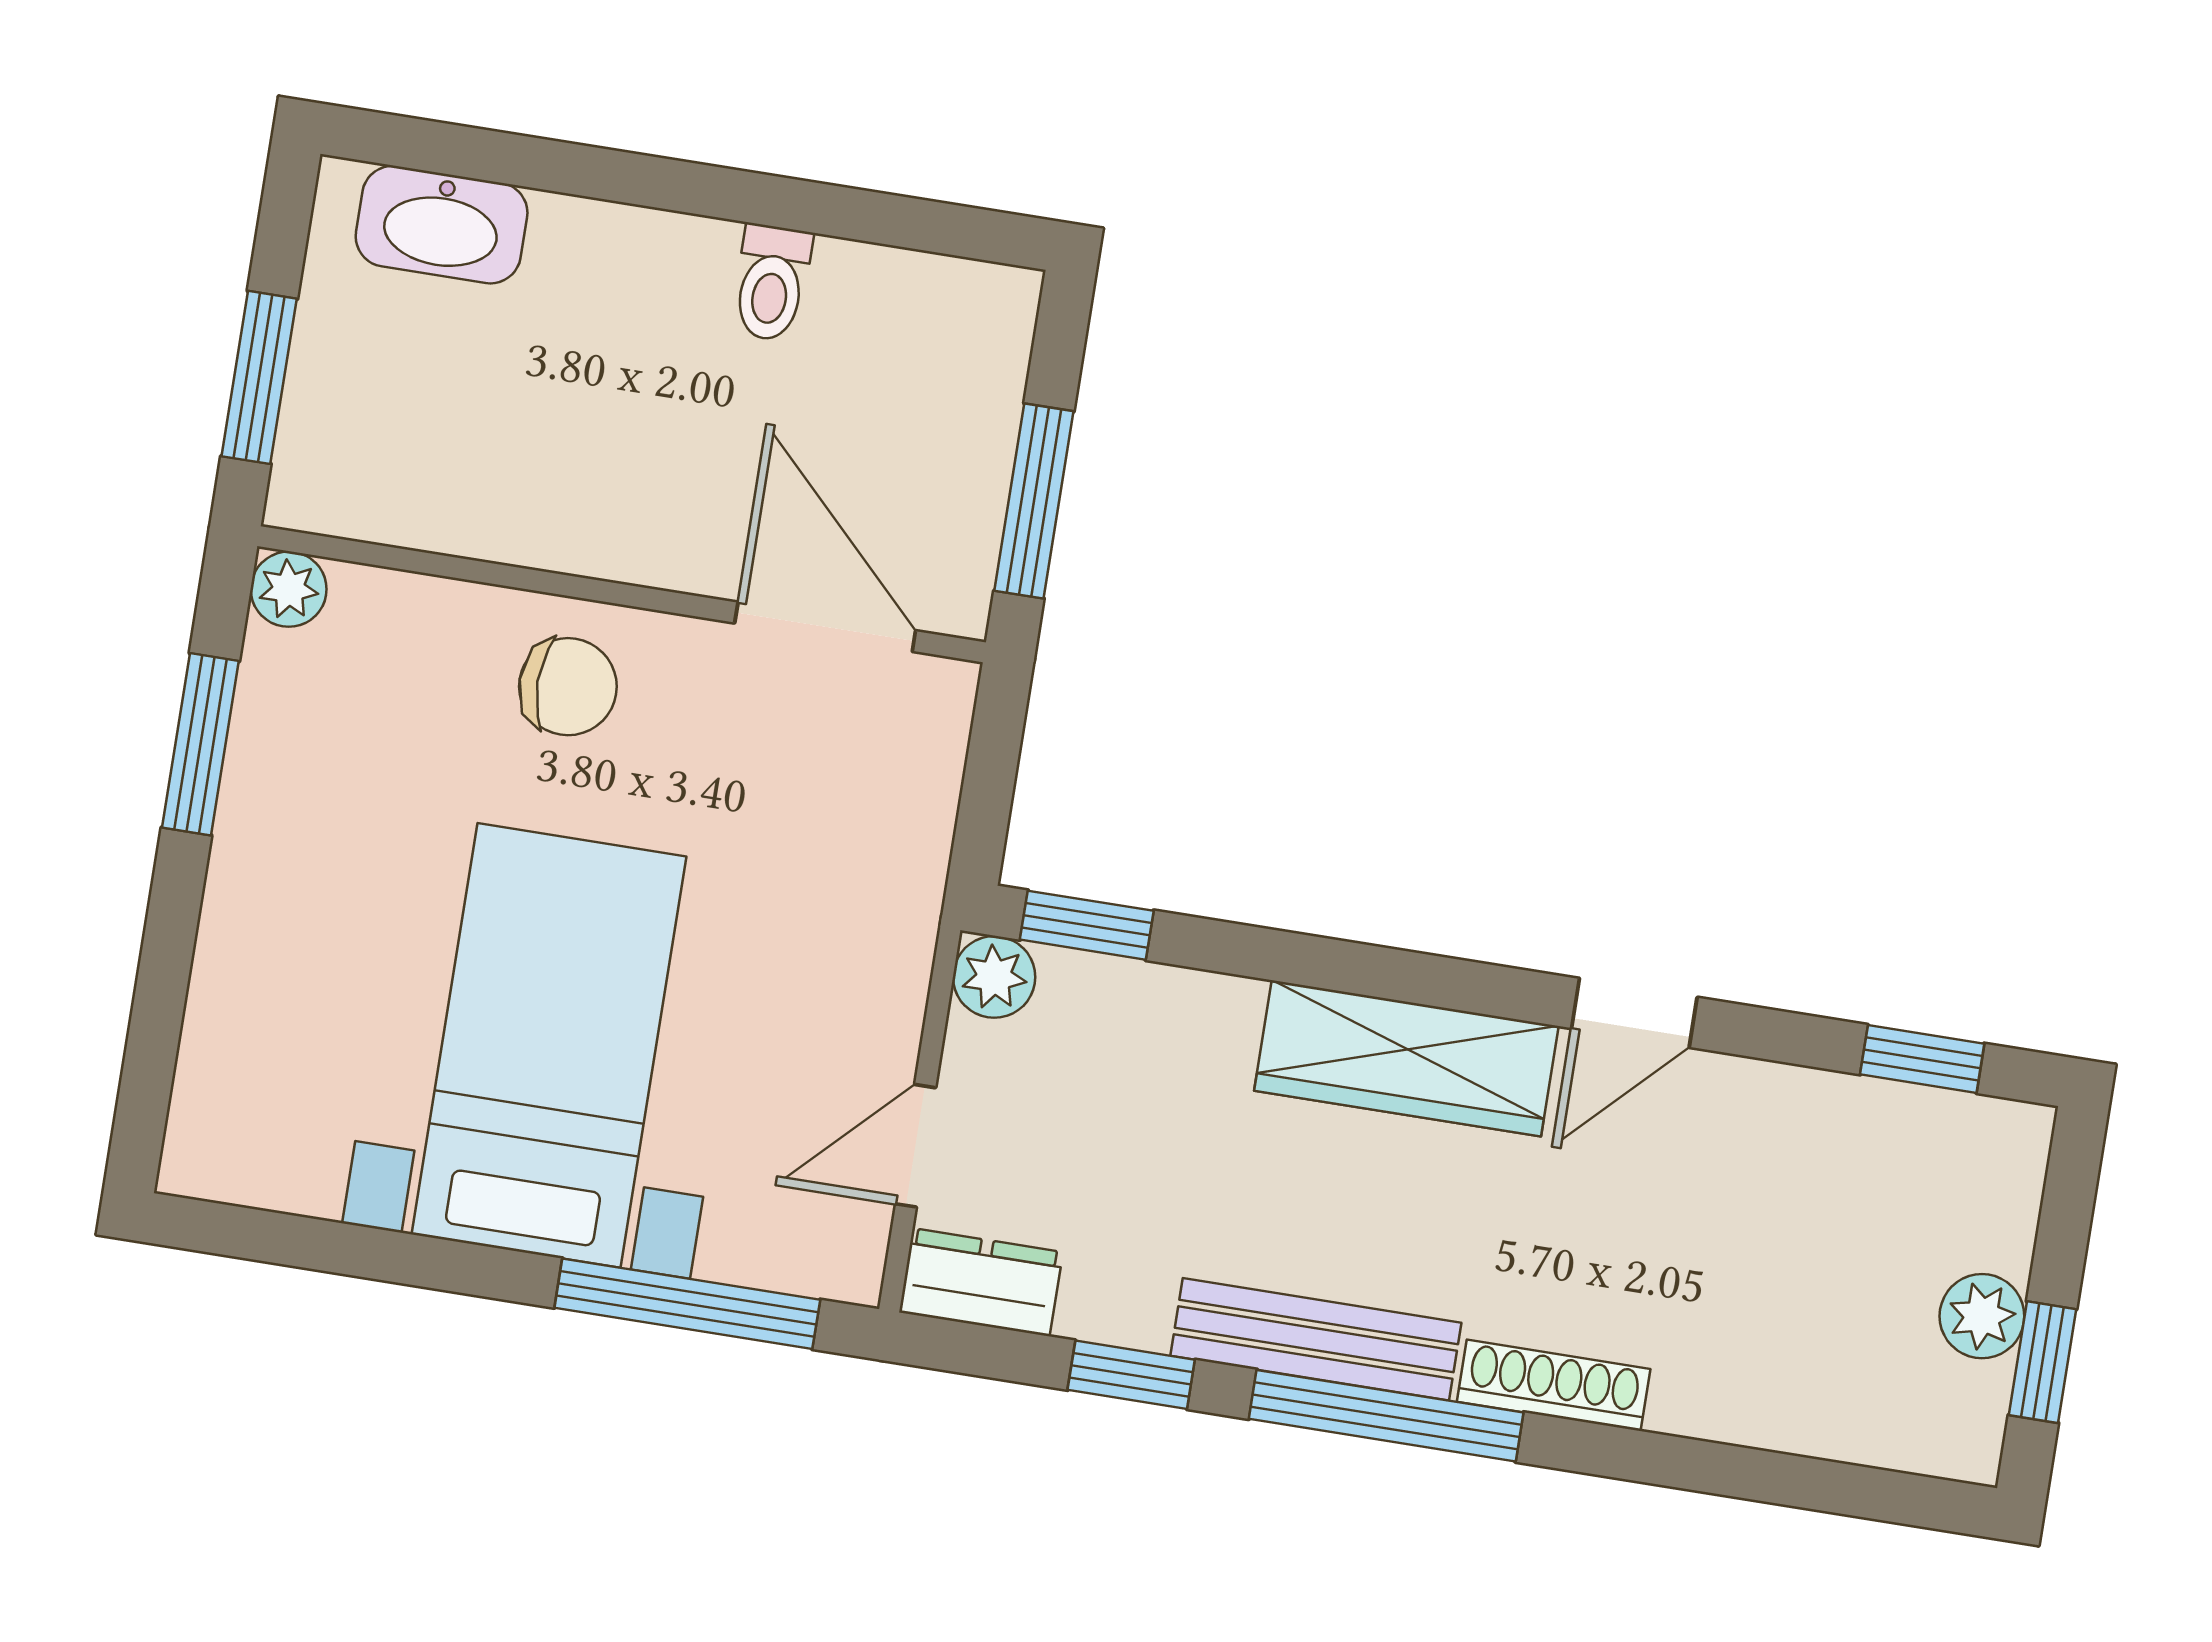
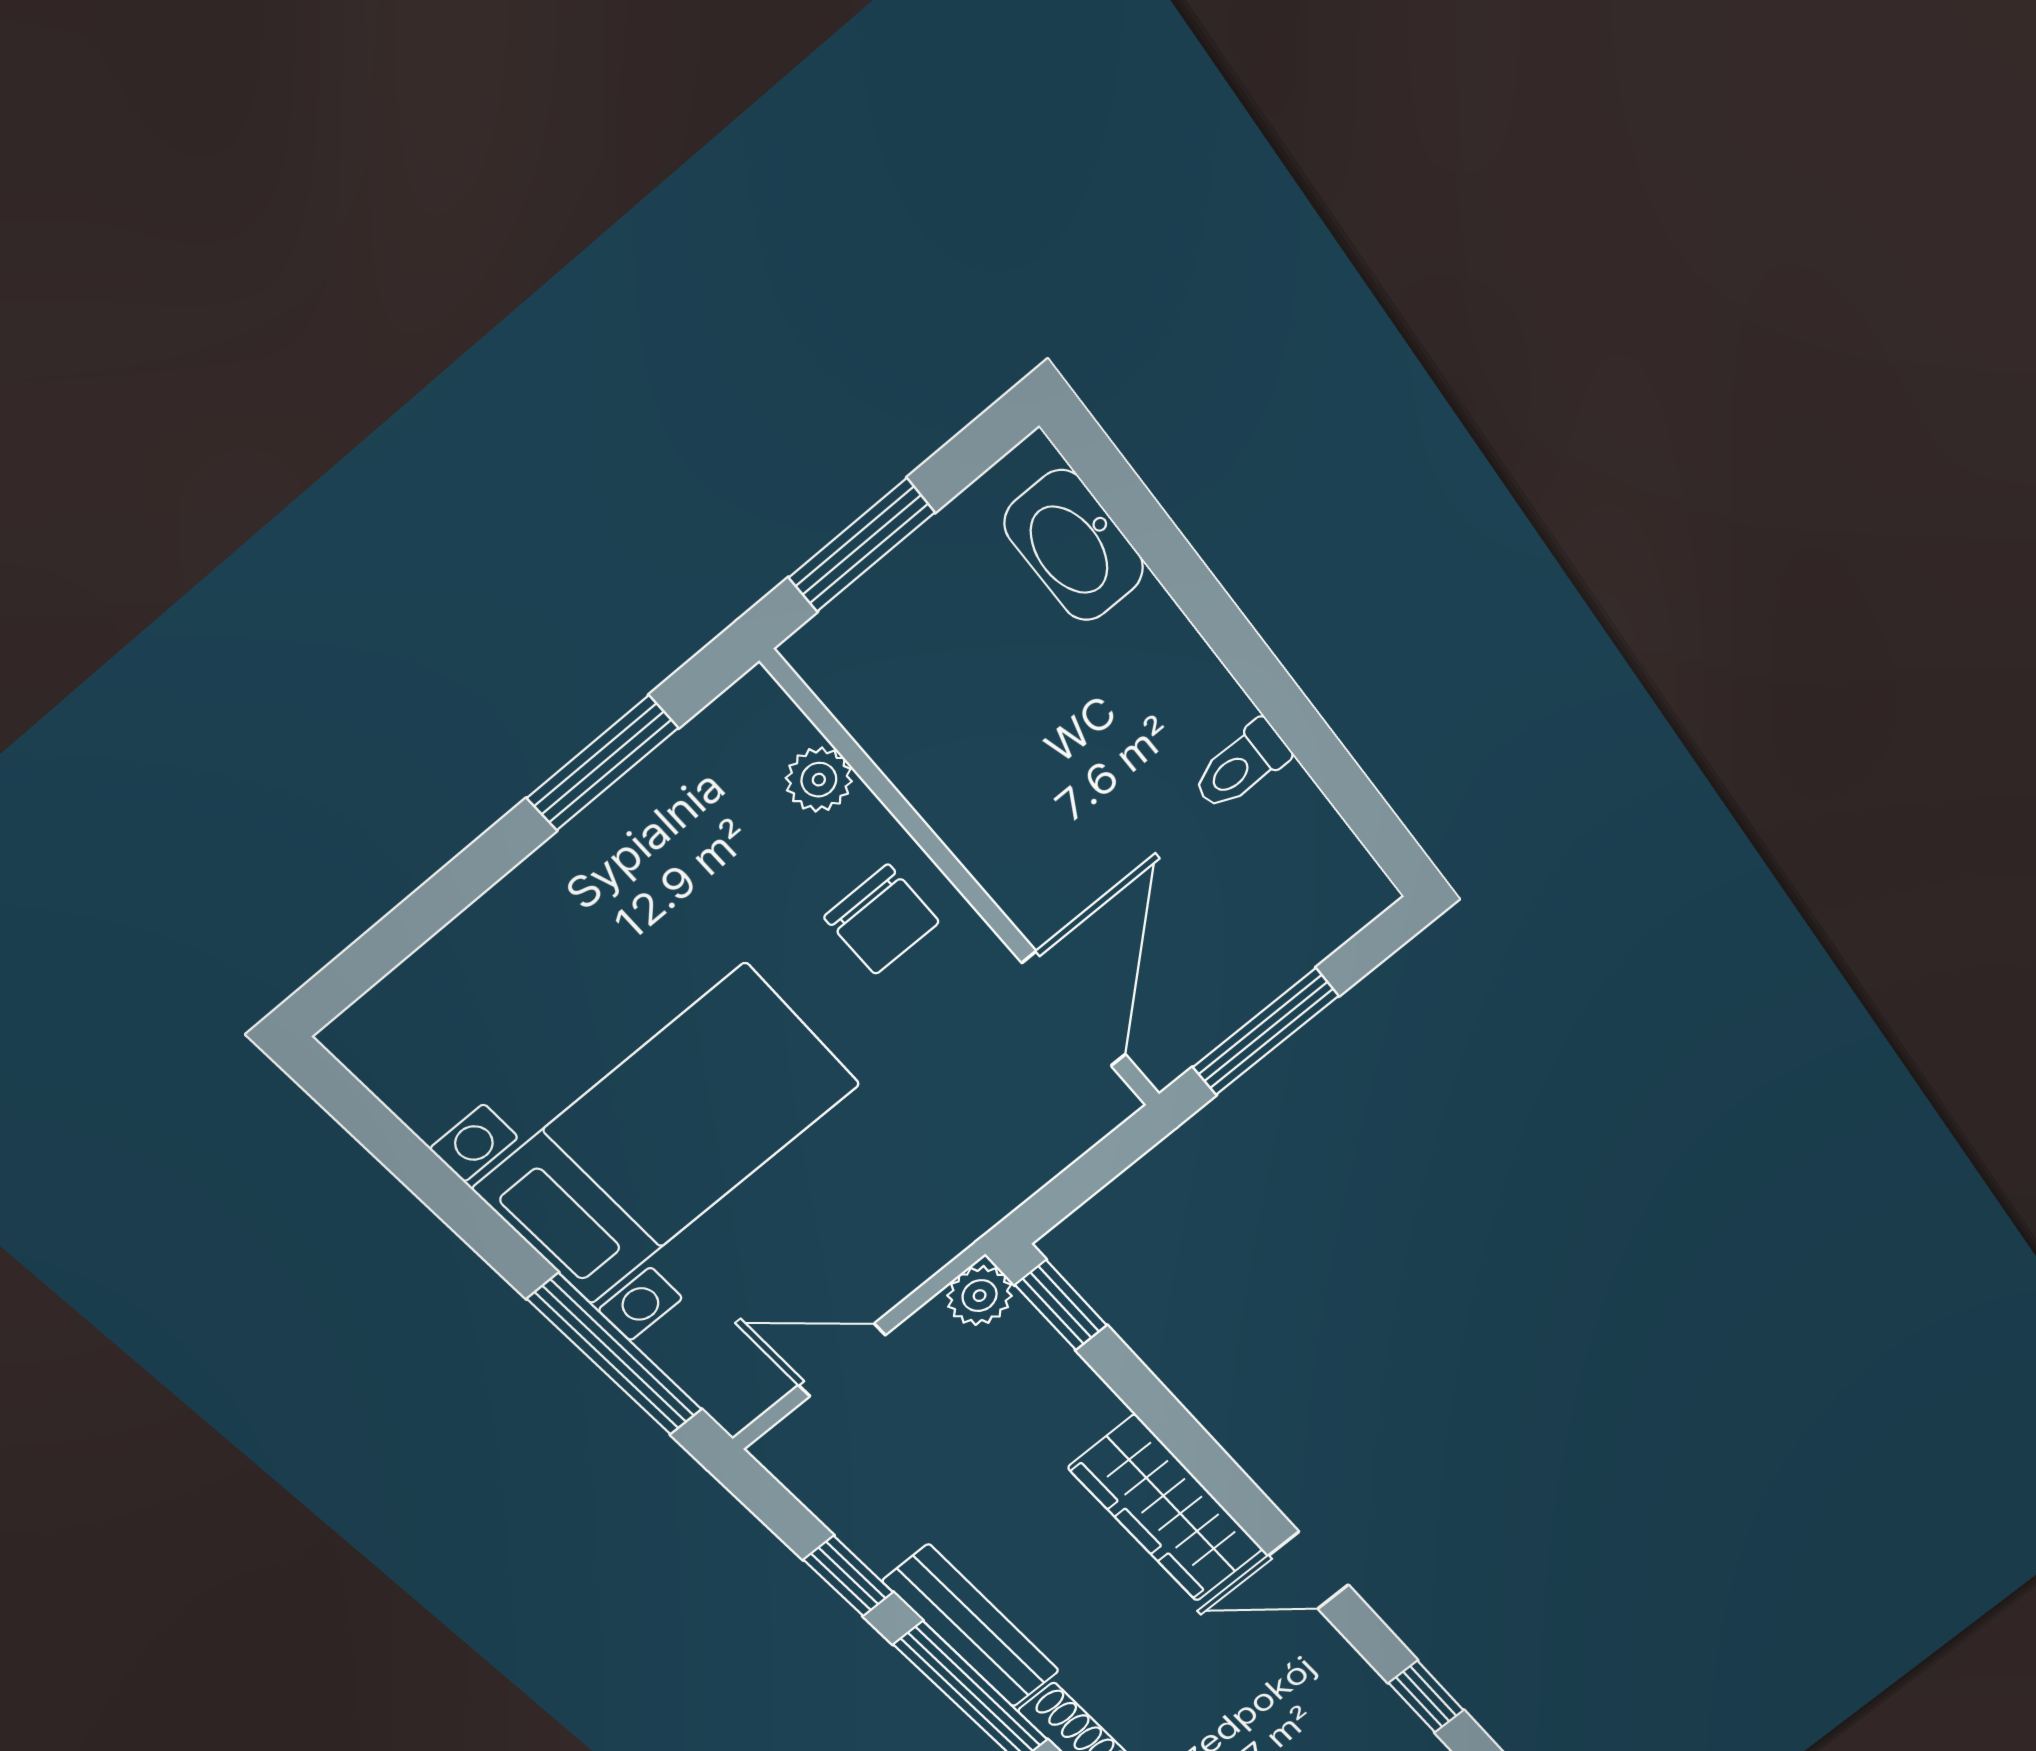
plant: (289, 589) -> (819, 780), moved
dresser: (981, 1282) -> (809, 1465), removed

